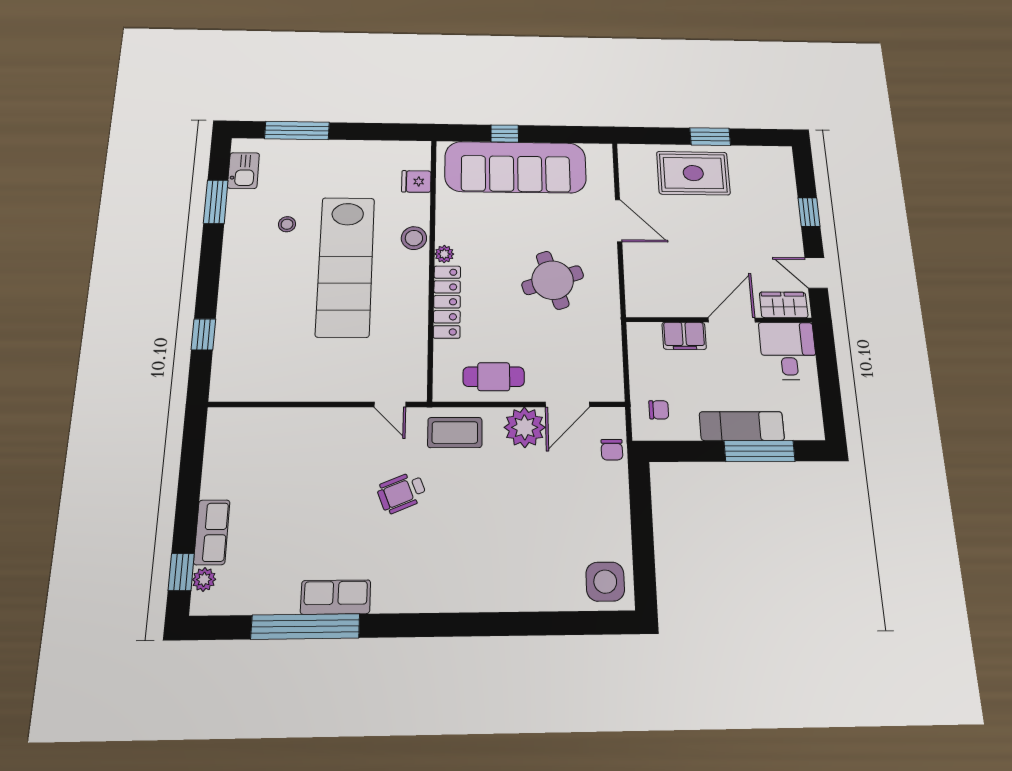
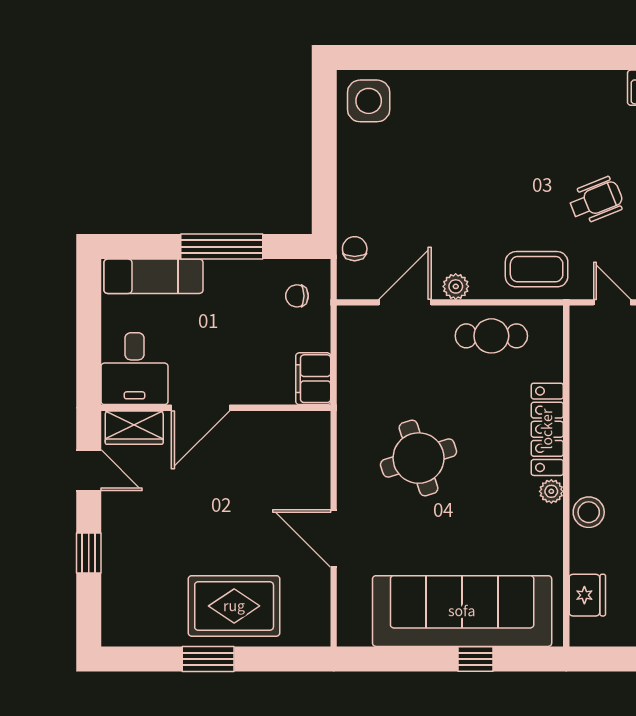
fridge: (416, 181) -> (587, 595), width x1.38
filing cabinet: (684, 336) -> (313, 379), moved, turned -90
exam couch: (742, 426) -> (153, 276), moved
plant: (525, 427) -> (456, 286), width x0.53, depth x0.53
window: (760, 451) -> (222, 247), moved

